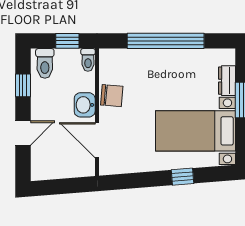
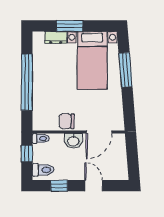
chair: (112, 96) -> (67, 121), turned -95
window: (182, 177) -> (125, 70), width x2.17

